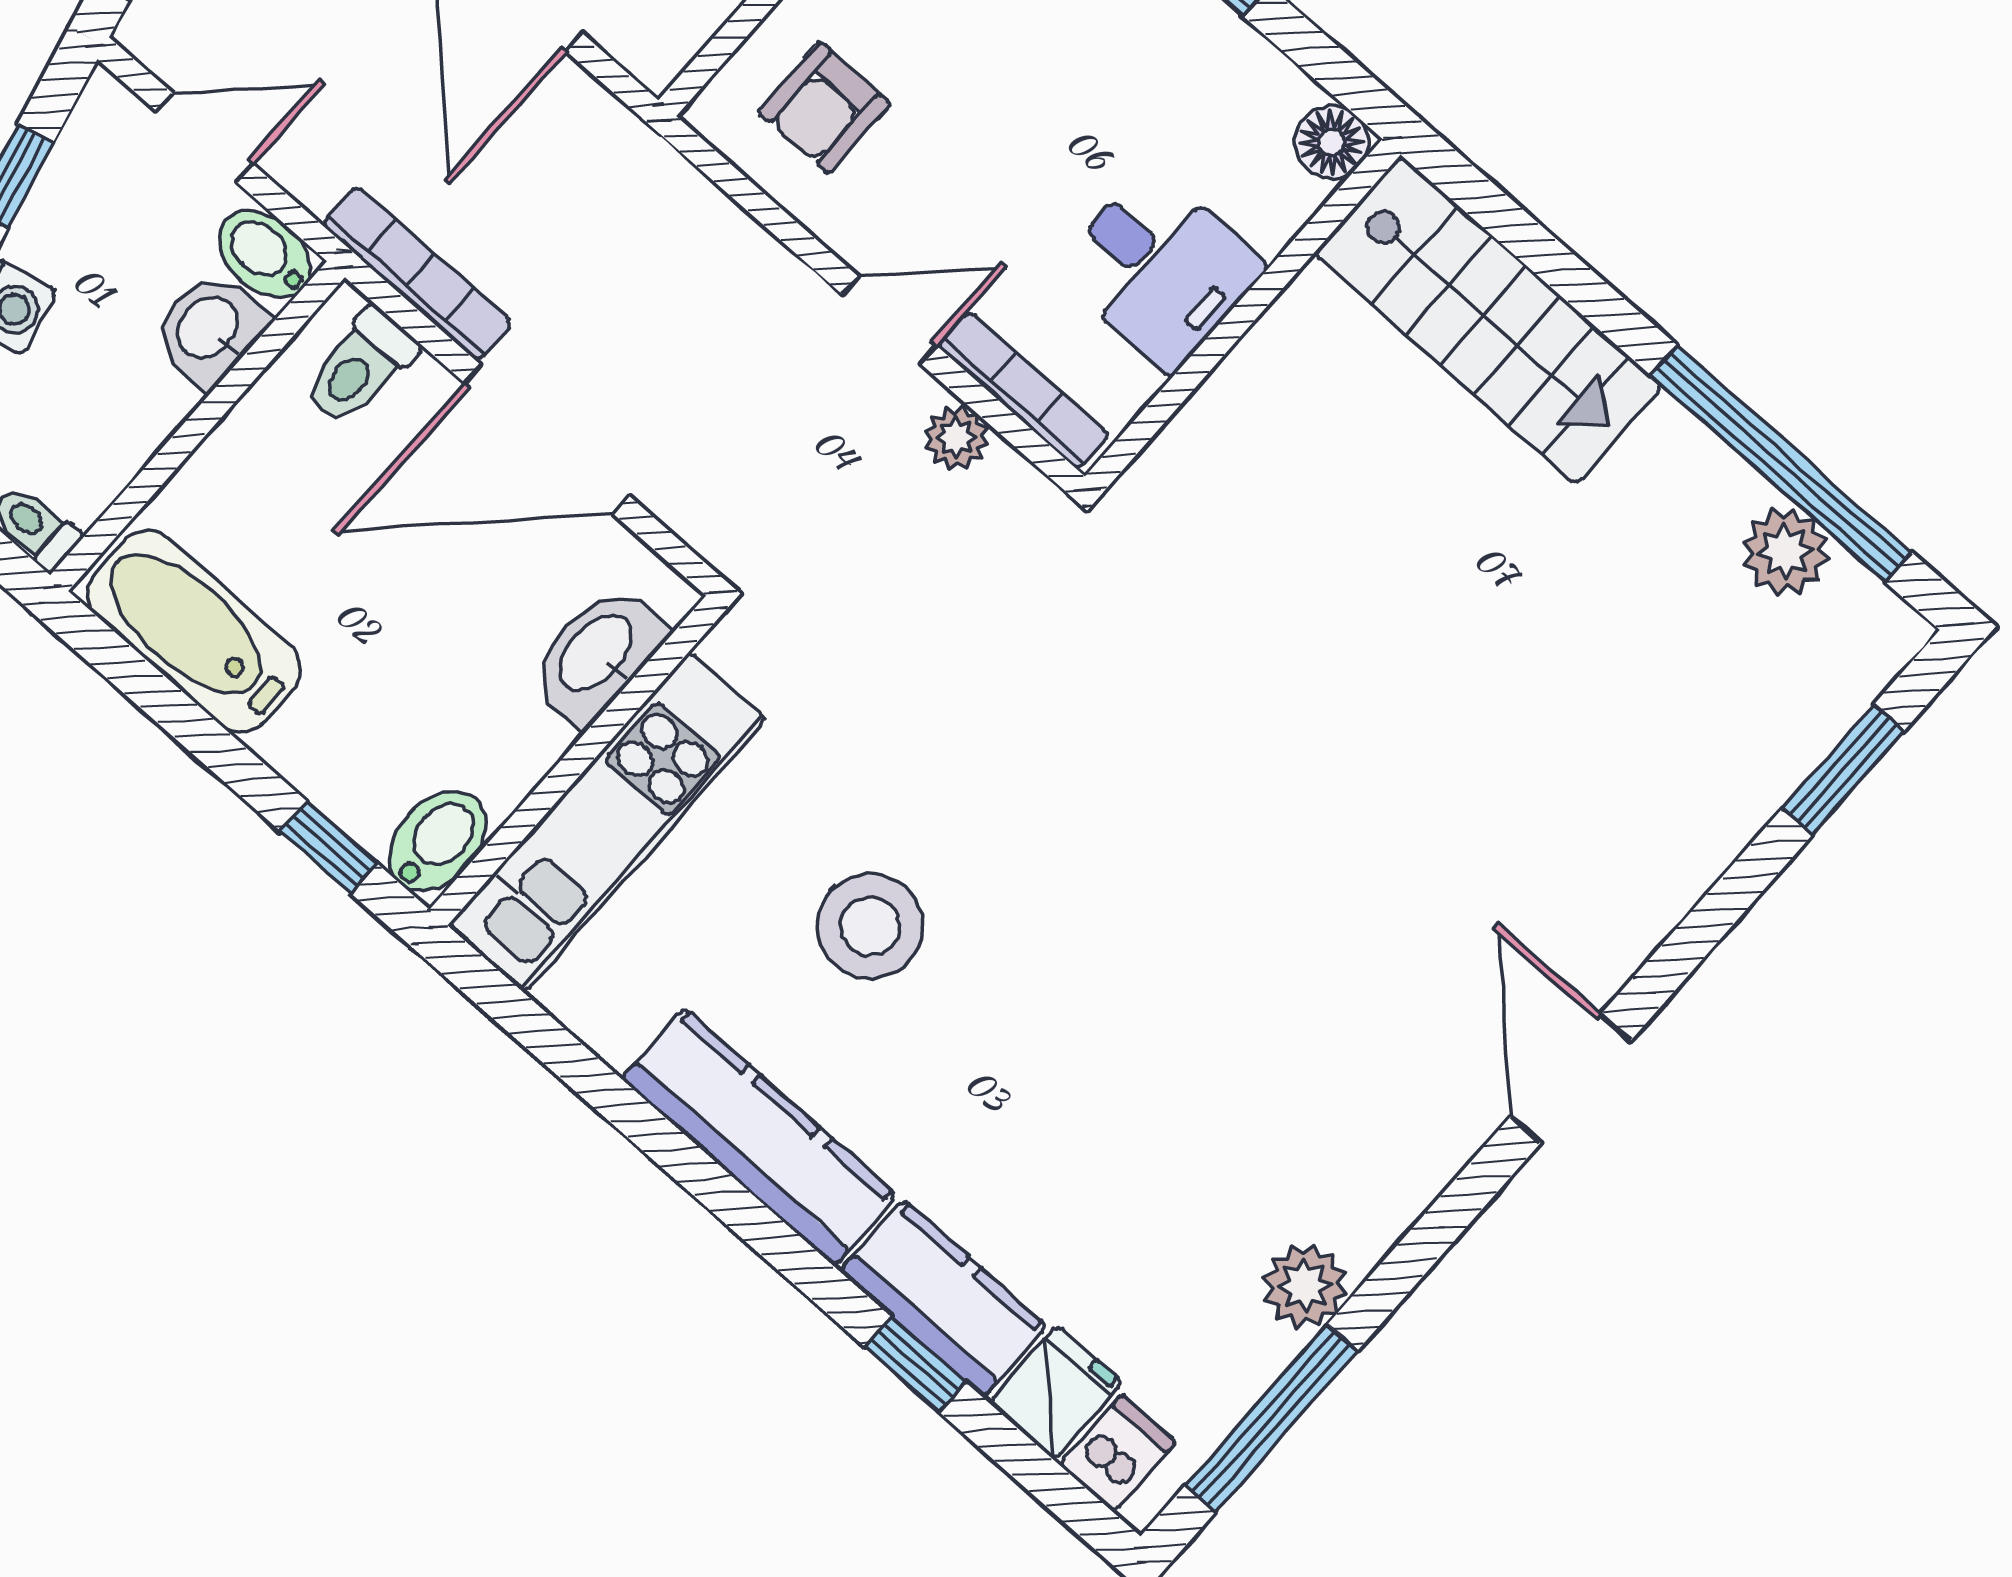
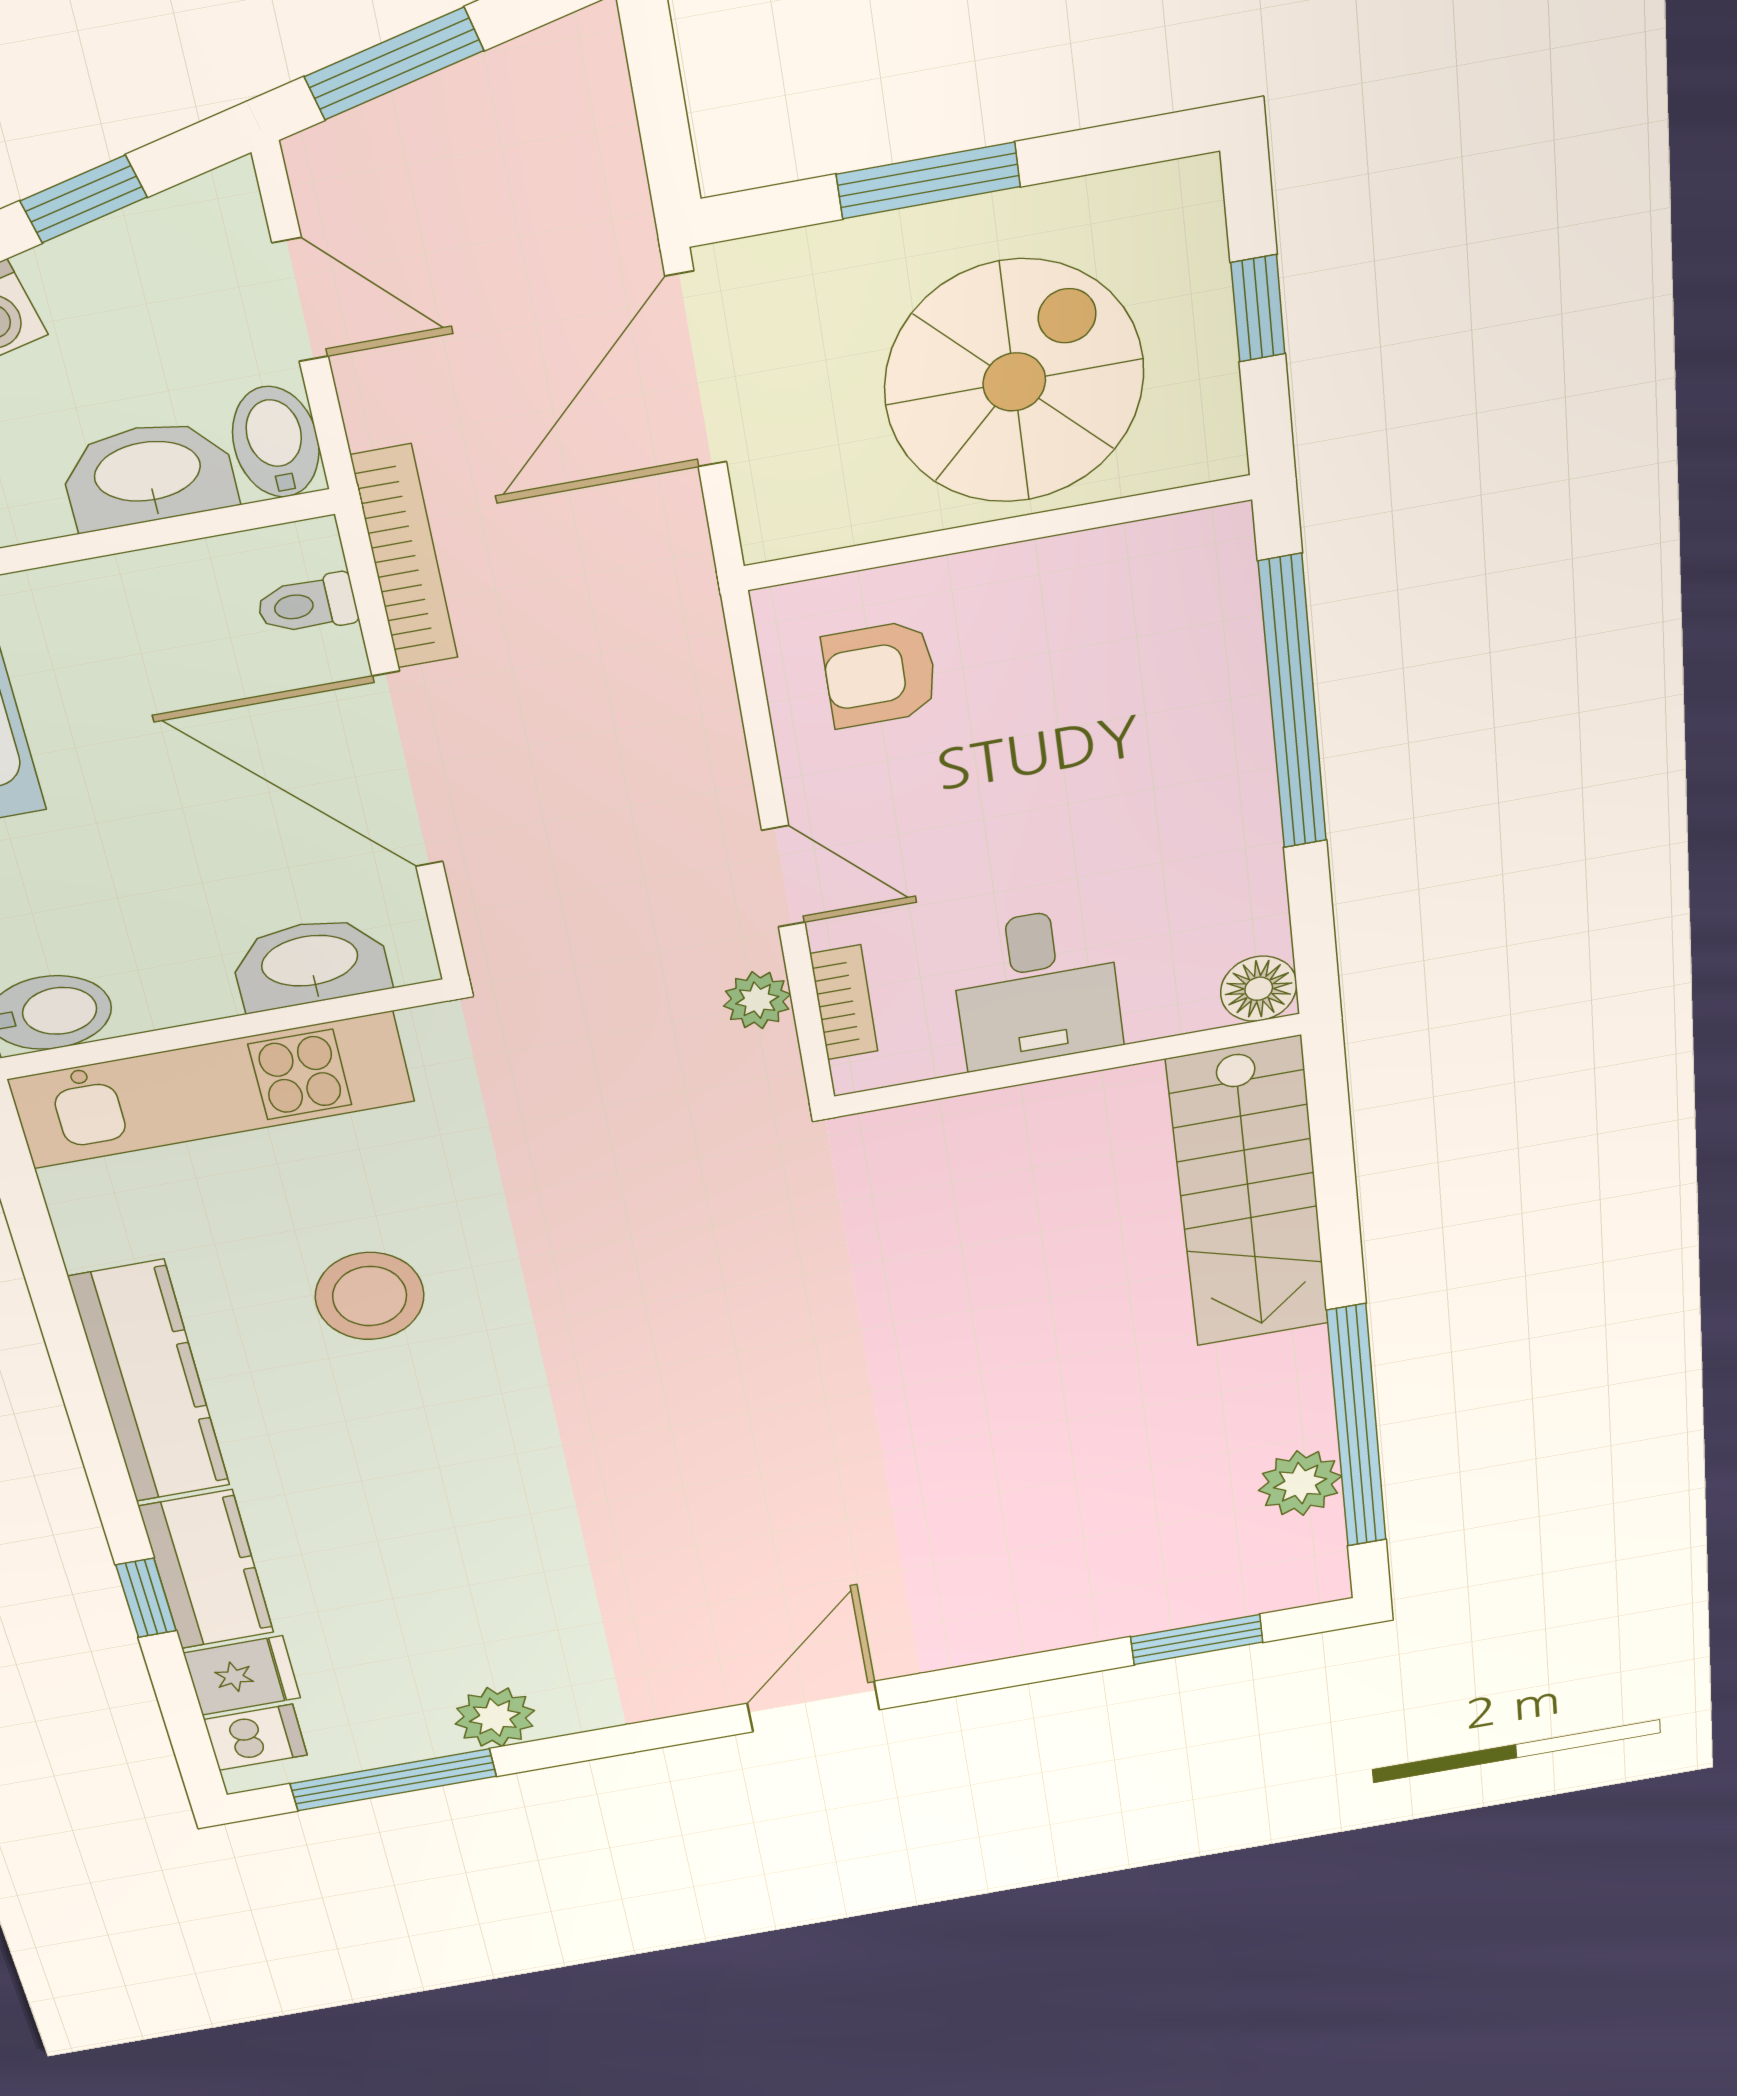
washbasin: (209, 329) -> (148, 474), width x1.38
toilet: (359, 367) -> (307, 605), width x0.73, depth x0.72
bookcase: (1024, 391) -> (844, 1002), width x0.64

